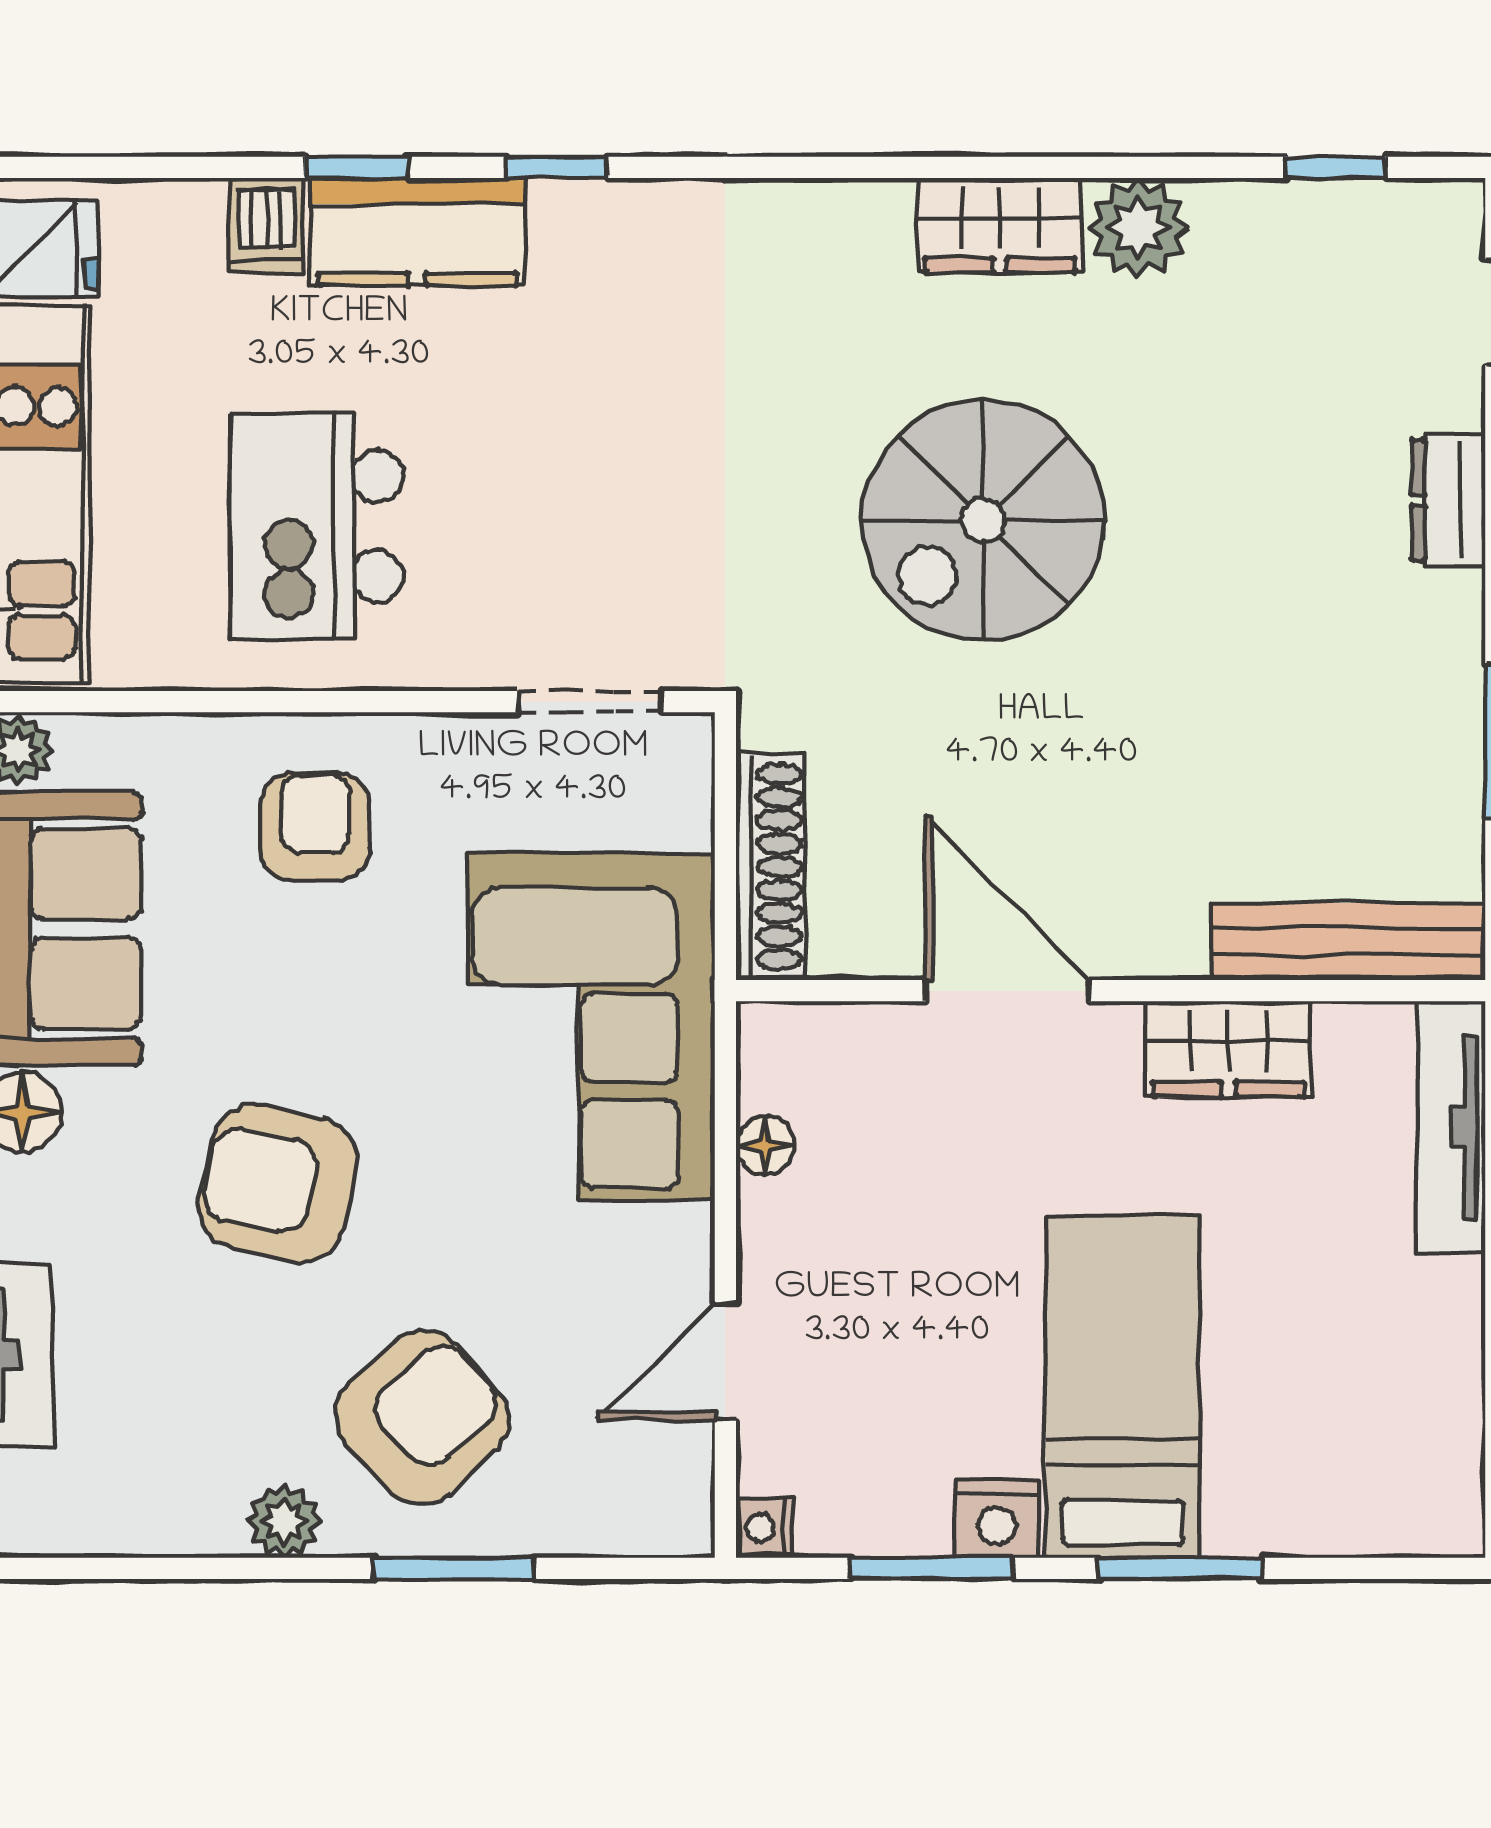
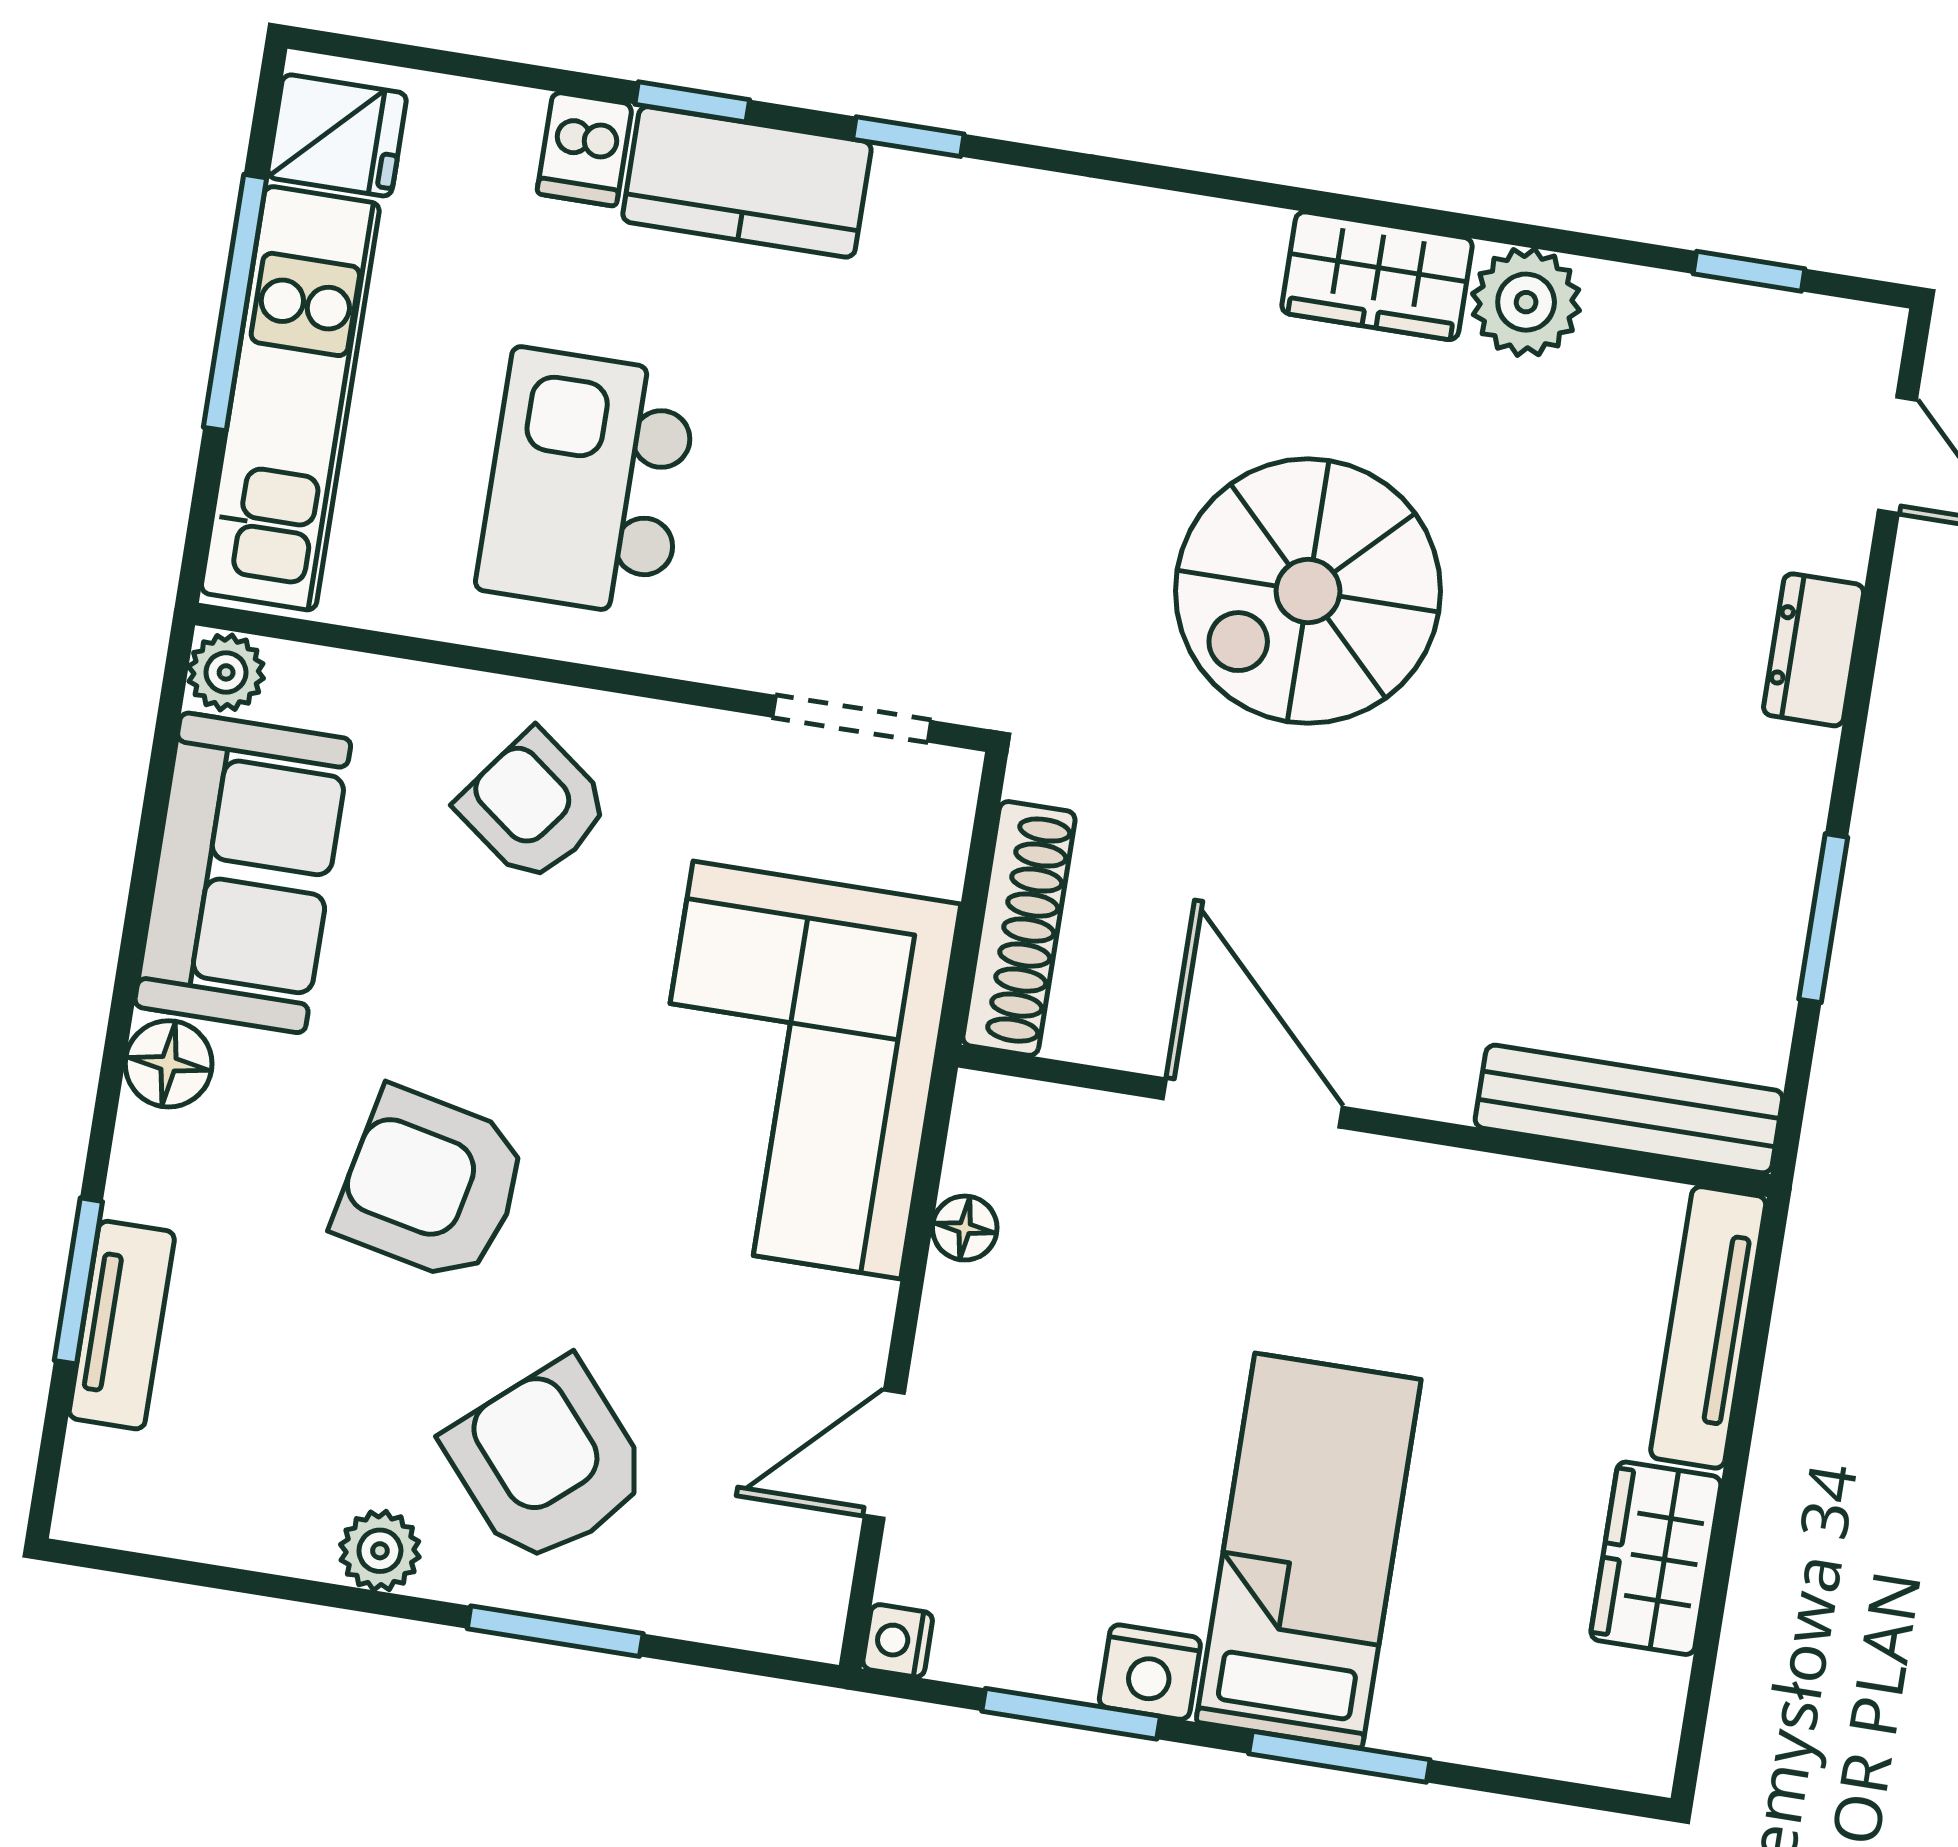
armchair: (315, 827) -> (534, 807), turned -53
wardrobe: (1228, 1049) -> (1656, 1558), moved, turned 90
armchair: (422, 1417) -> (547, 1462), turned -89

